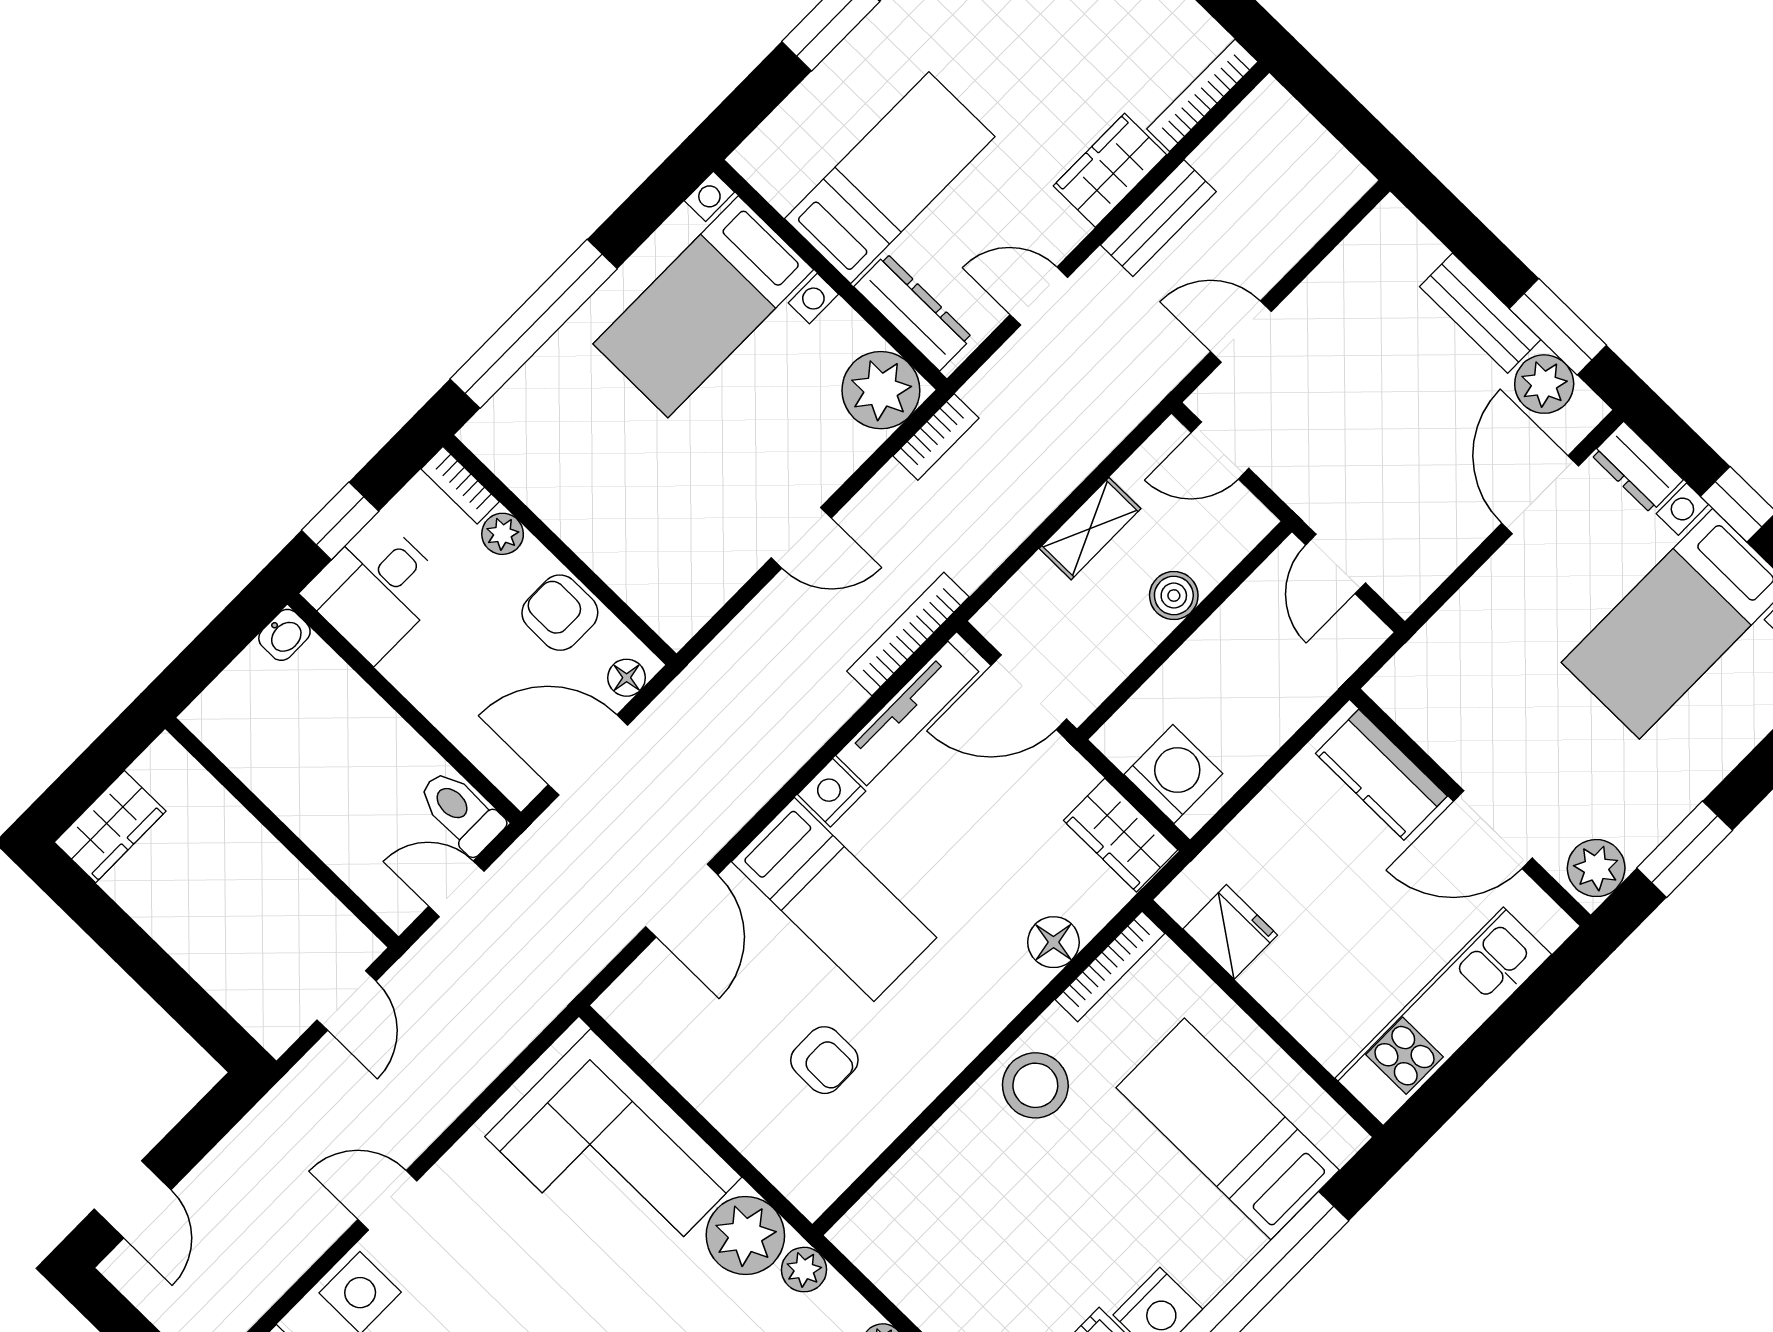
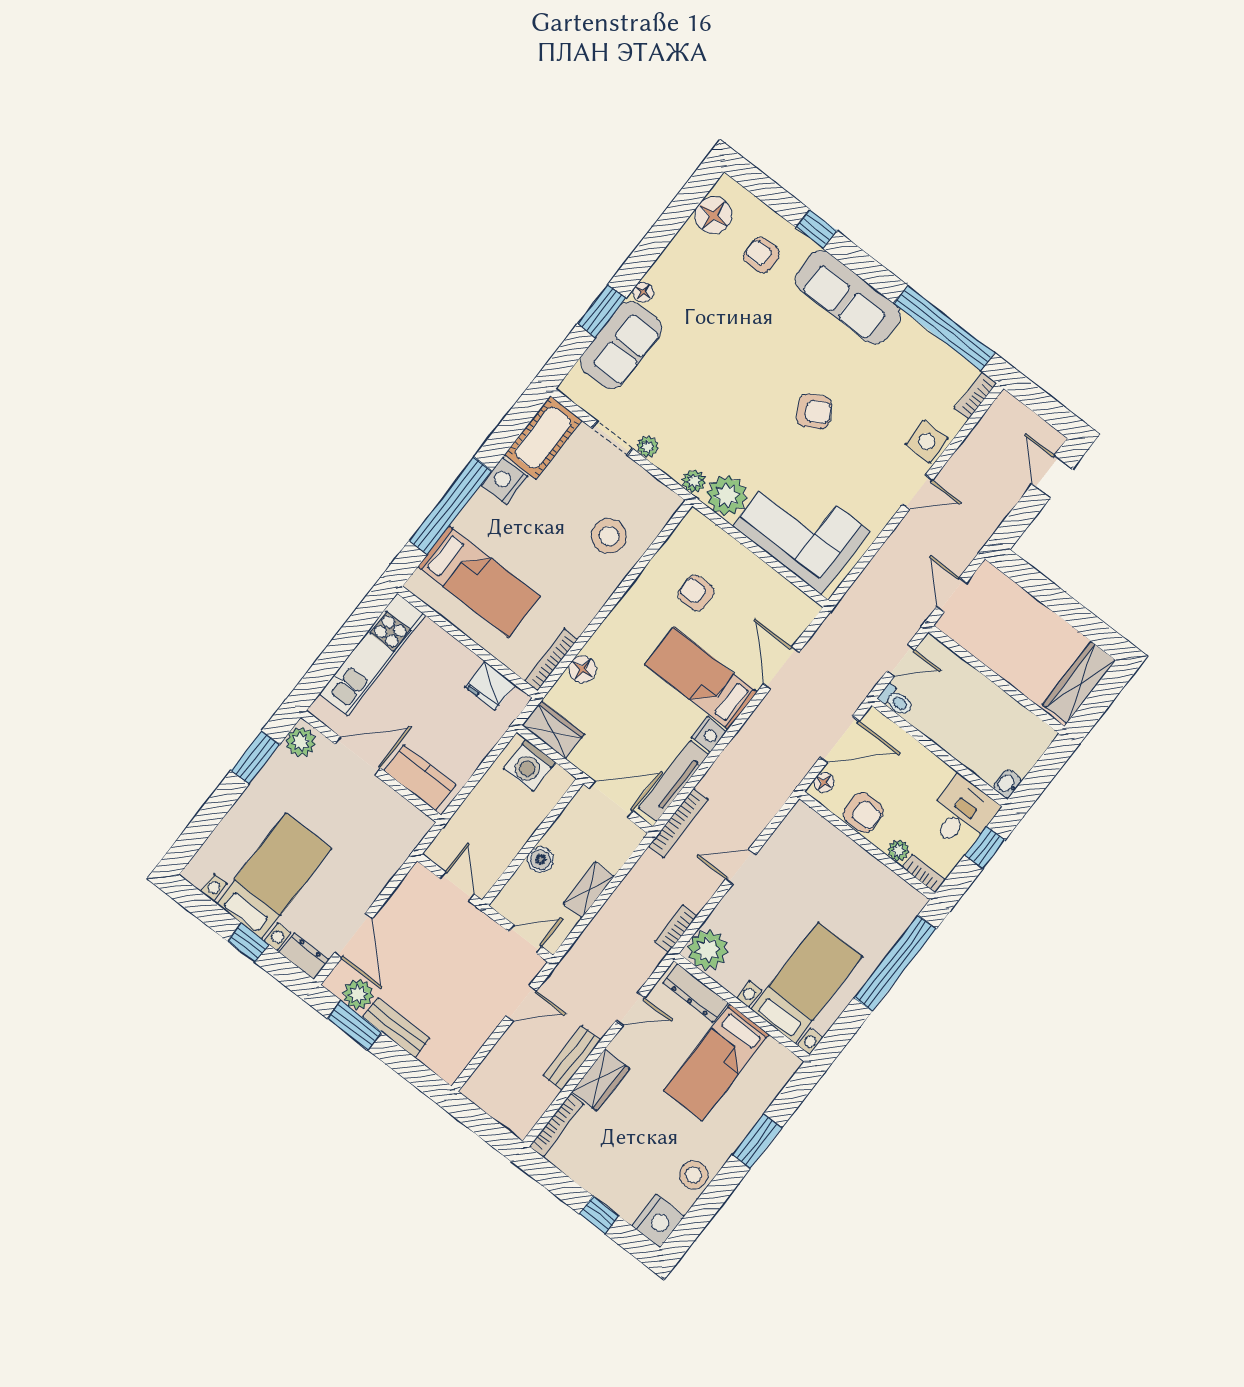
toilet: (461, 812) -> (896, 701), width x0.73, depth x0.72
wardrobe: (110, 827) -> (1079, 682), width x1.50
stool: (1035, 1085) -> (609, 536), moved

